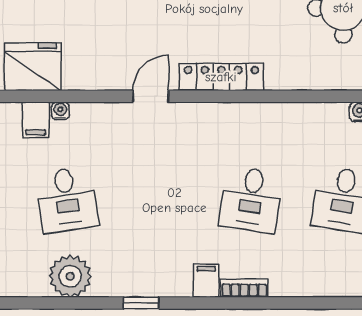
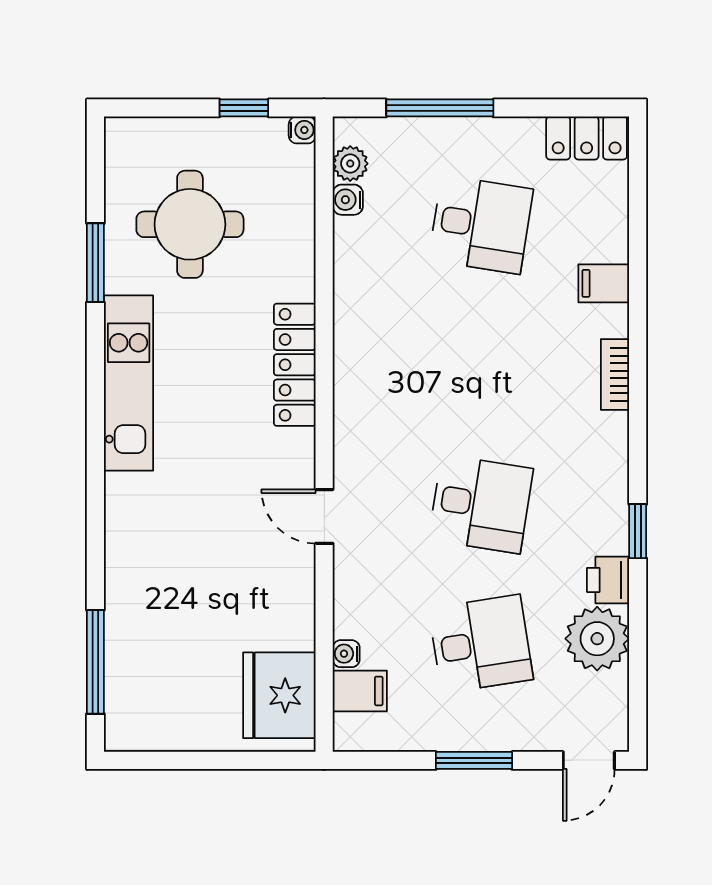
locker: (221, 77) -> (295, 365), moved
desk: (251, 200) -> (481, 504), moved
filing cabinet: (206, 281) -> (604, 283), moved
printer: (109, 283) -> (608, 580), added

